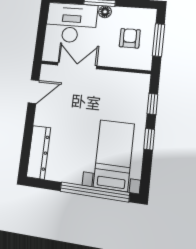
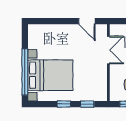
dresser: (39, 152) -> (46, 30), removed
bed with nightstands: (114, 155) -> (50, 75), width x1.36

